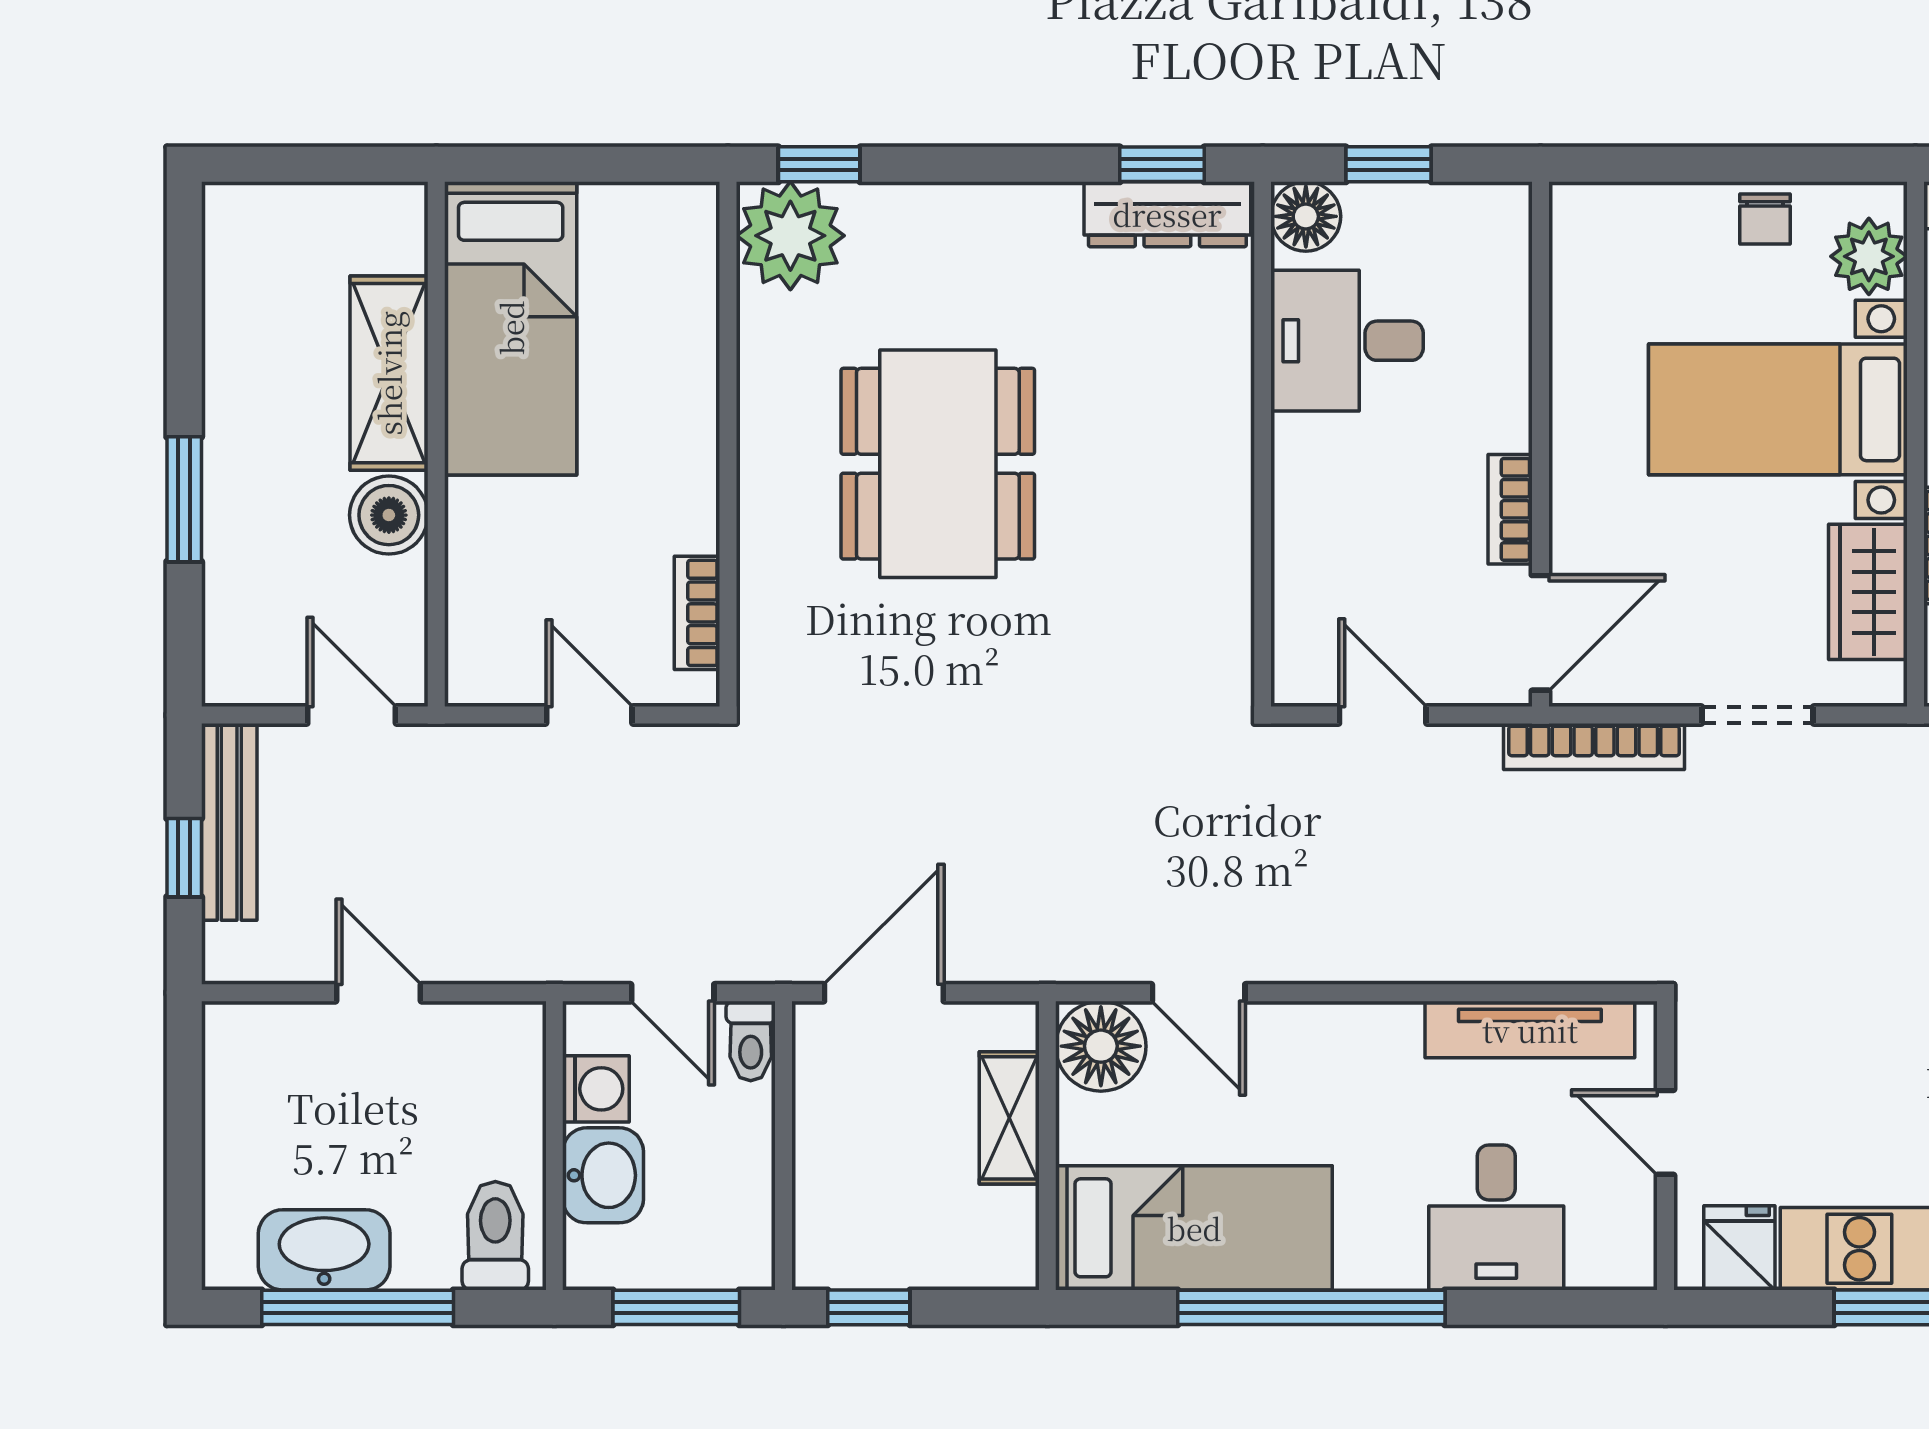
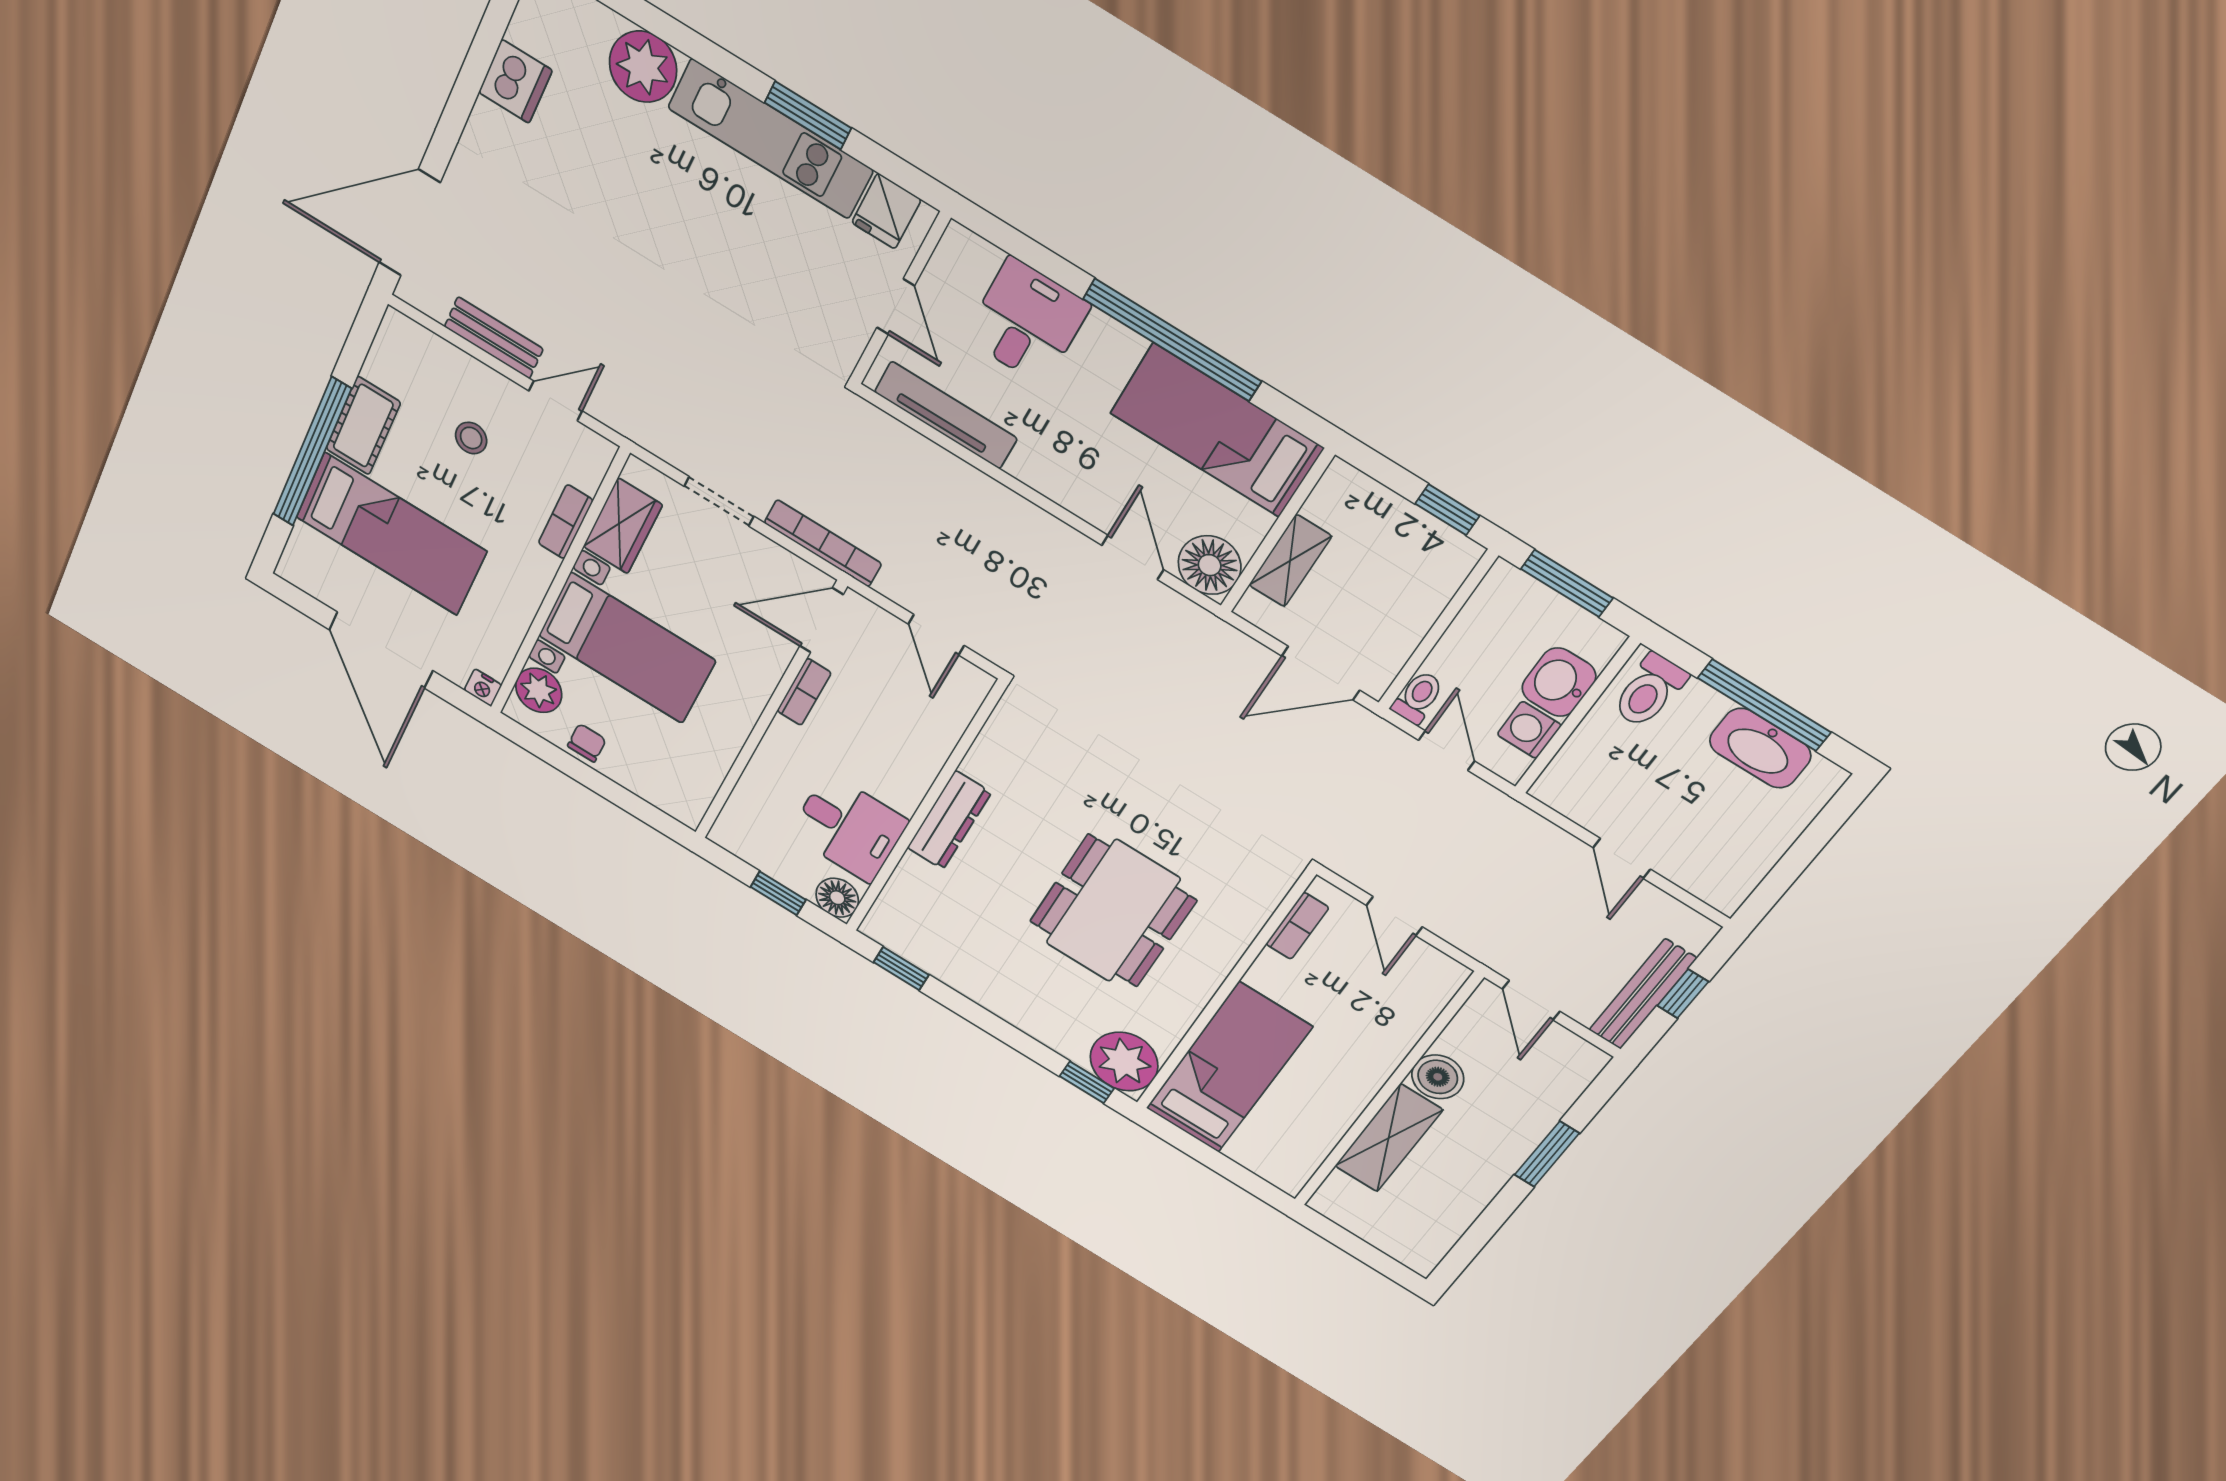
dresser: (1167, 214) -> (949, 820), moved, turned 90
bed: (511, 328) -> (1229, 1068), moved

